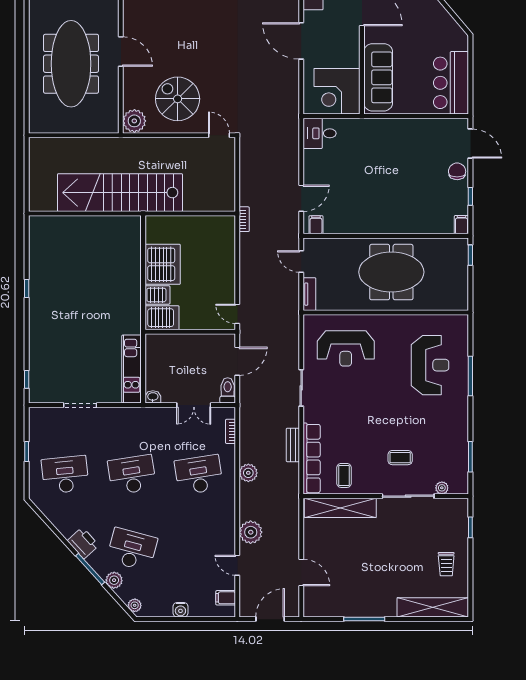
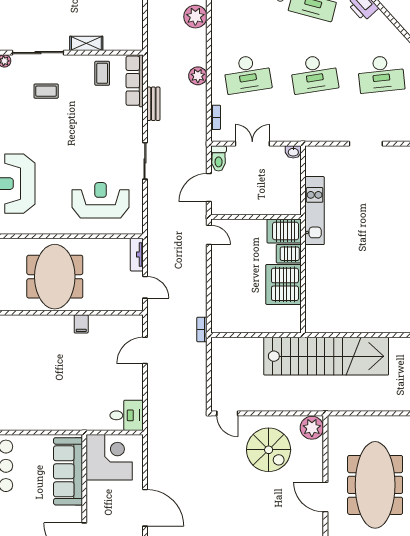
filing cabinet: (316, 225) -> (81, 324), moved
meeting table: (391, 272) -> (55, 277), turned 90
kitchen unit: (132, 369) -> (315, 211), moved
row of seats: (312, 459) -> (135, 81), width x0.73
shelving: (340, 508) -> (86, 43), width x0.45, depth x0.75

